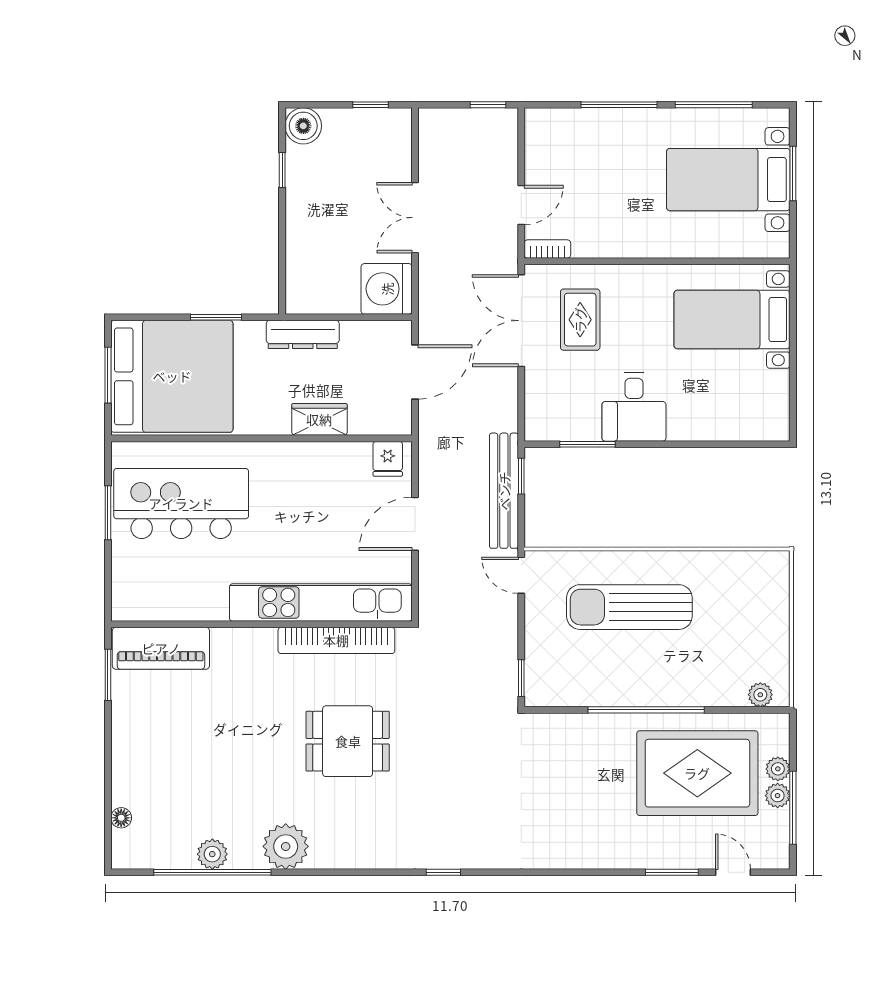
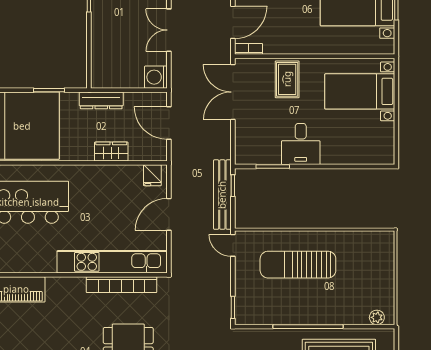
door: (521, 205) -> (233, 22), width x1.38
washing machine: (387, 289) -> (156, 77), width x0.73, depth x0.73
rug: (580, 320) -> (287, 79), moved
door: (415, 372) -> (169, 123), swing flipped

